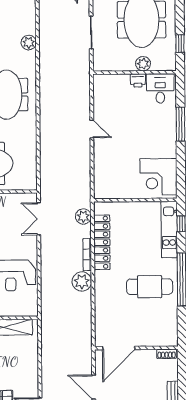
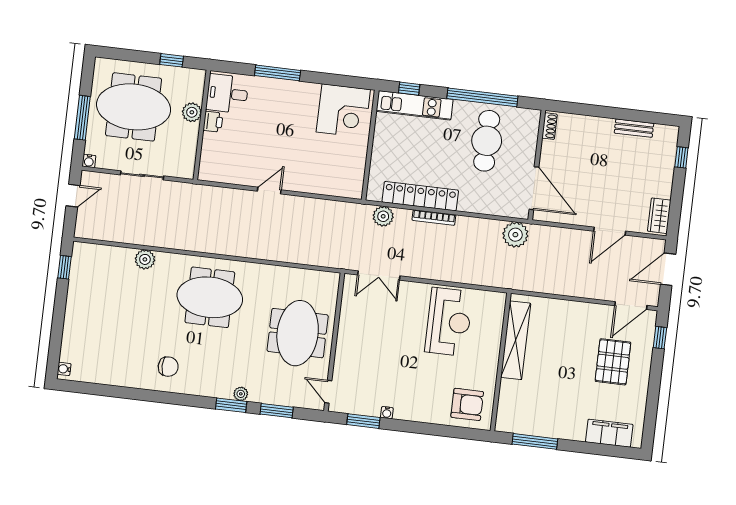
plant: (82, 281) -> (515, 235), moved
door: (119, 348) -> (534, 188), moved
wall: (136, 348) -> (537, 165), moved
shoe rack: (167, 354) -> (549, 126), moved

